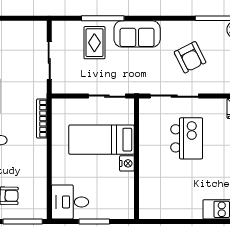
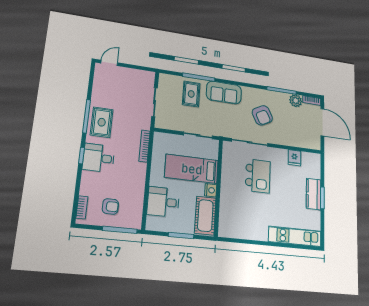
cot: (122, 195) -> (205, 216), added
desk: (70, 202) -> (163, 202), moved

